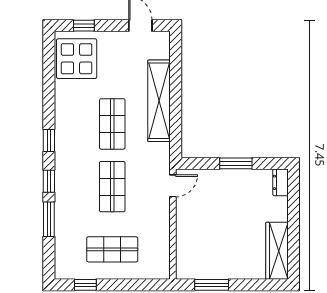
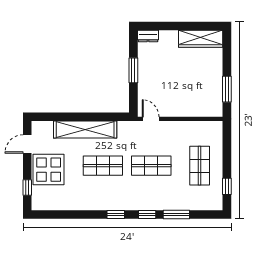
display table: (77, 59) -> (49, 170), moved

